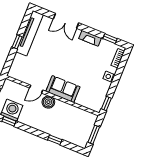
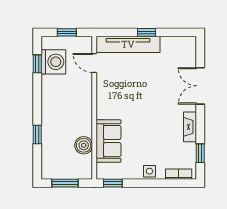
tv unit: (30, 33) -> (128, 44), moved
door: (36, 89) -> (94, 63), moved
sofa: (63, 89) -> (109, 141), moved
boiler: (48, 102) -> (84, 145), moved

